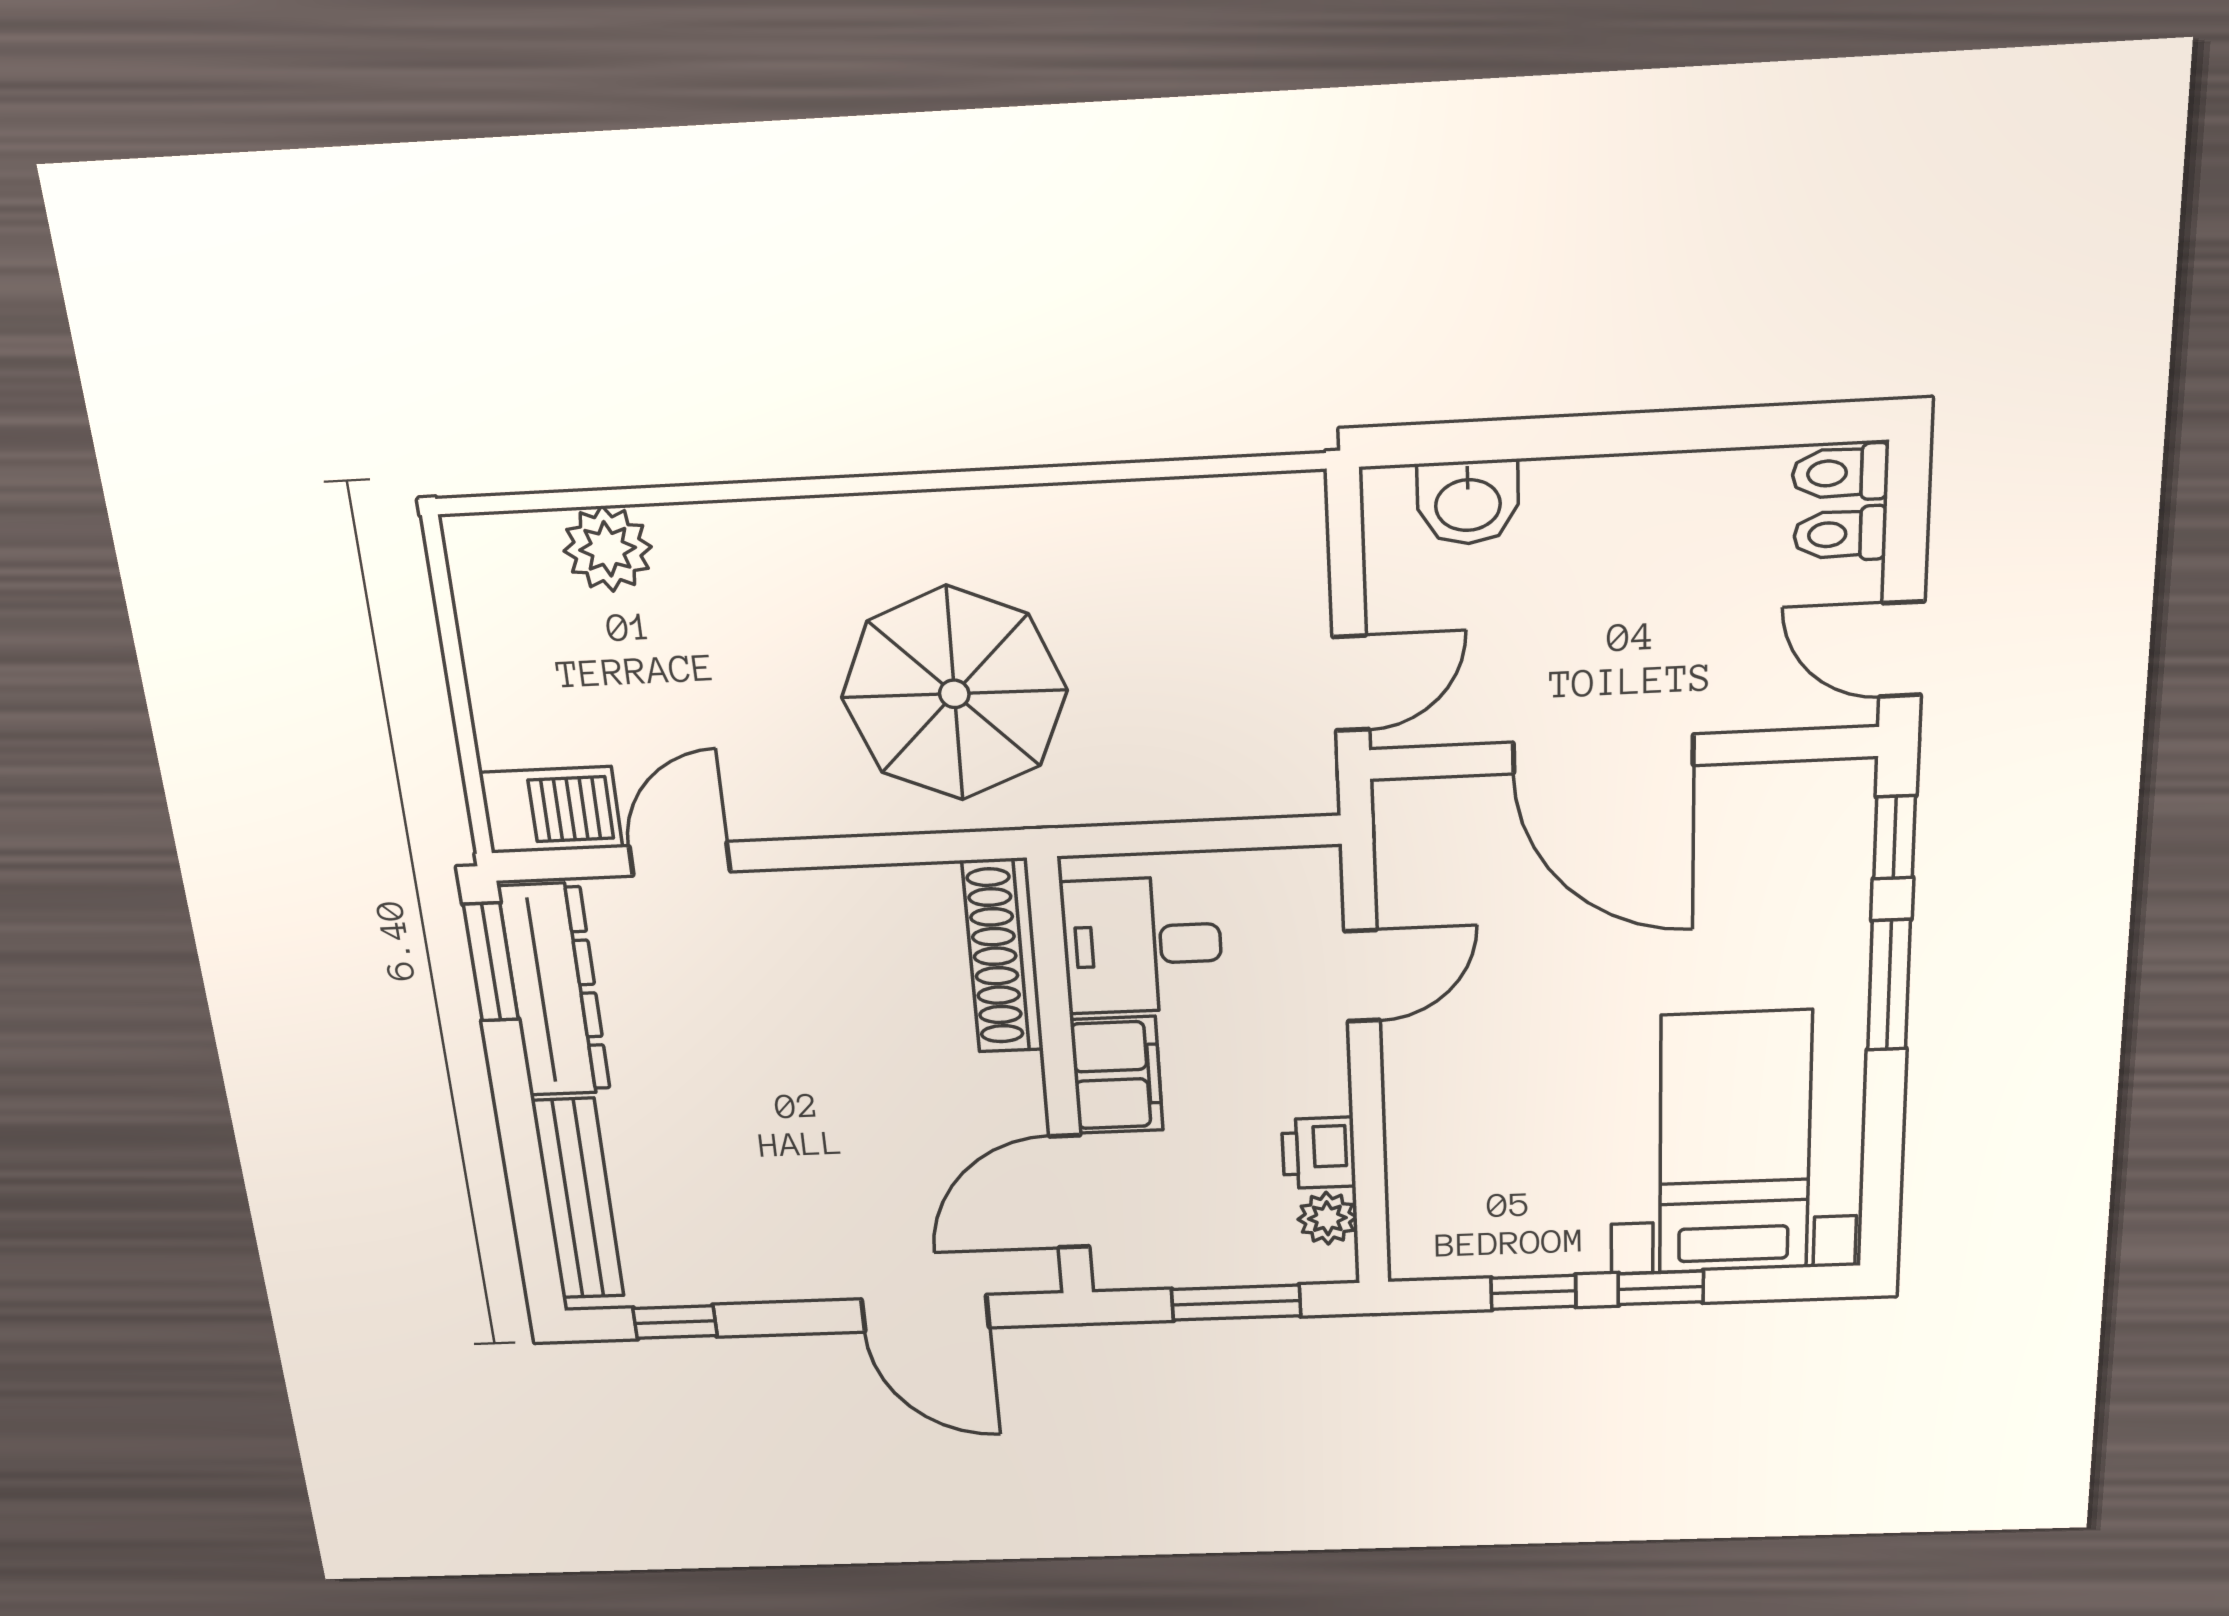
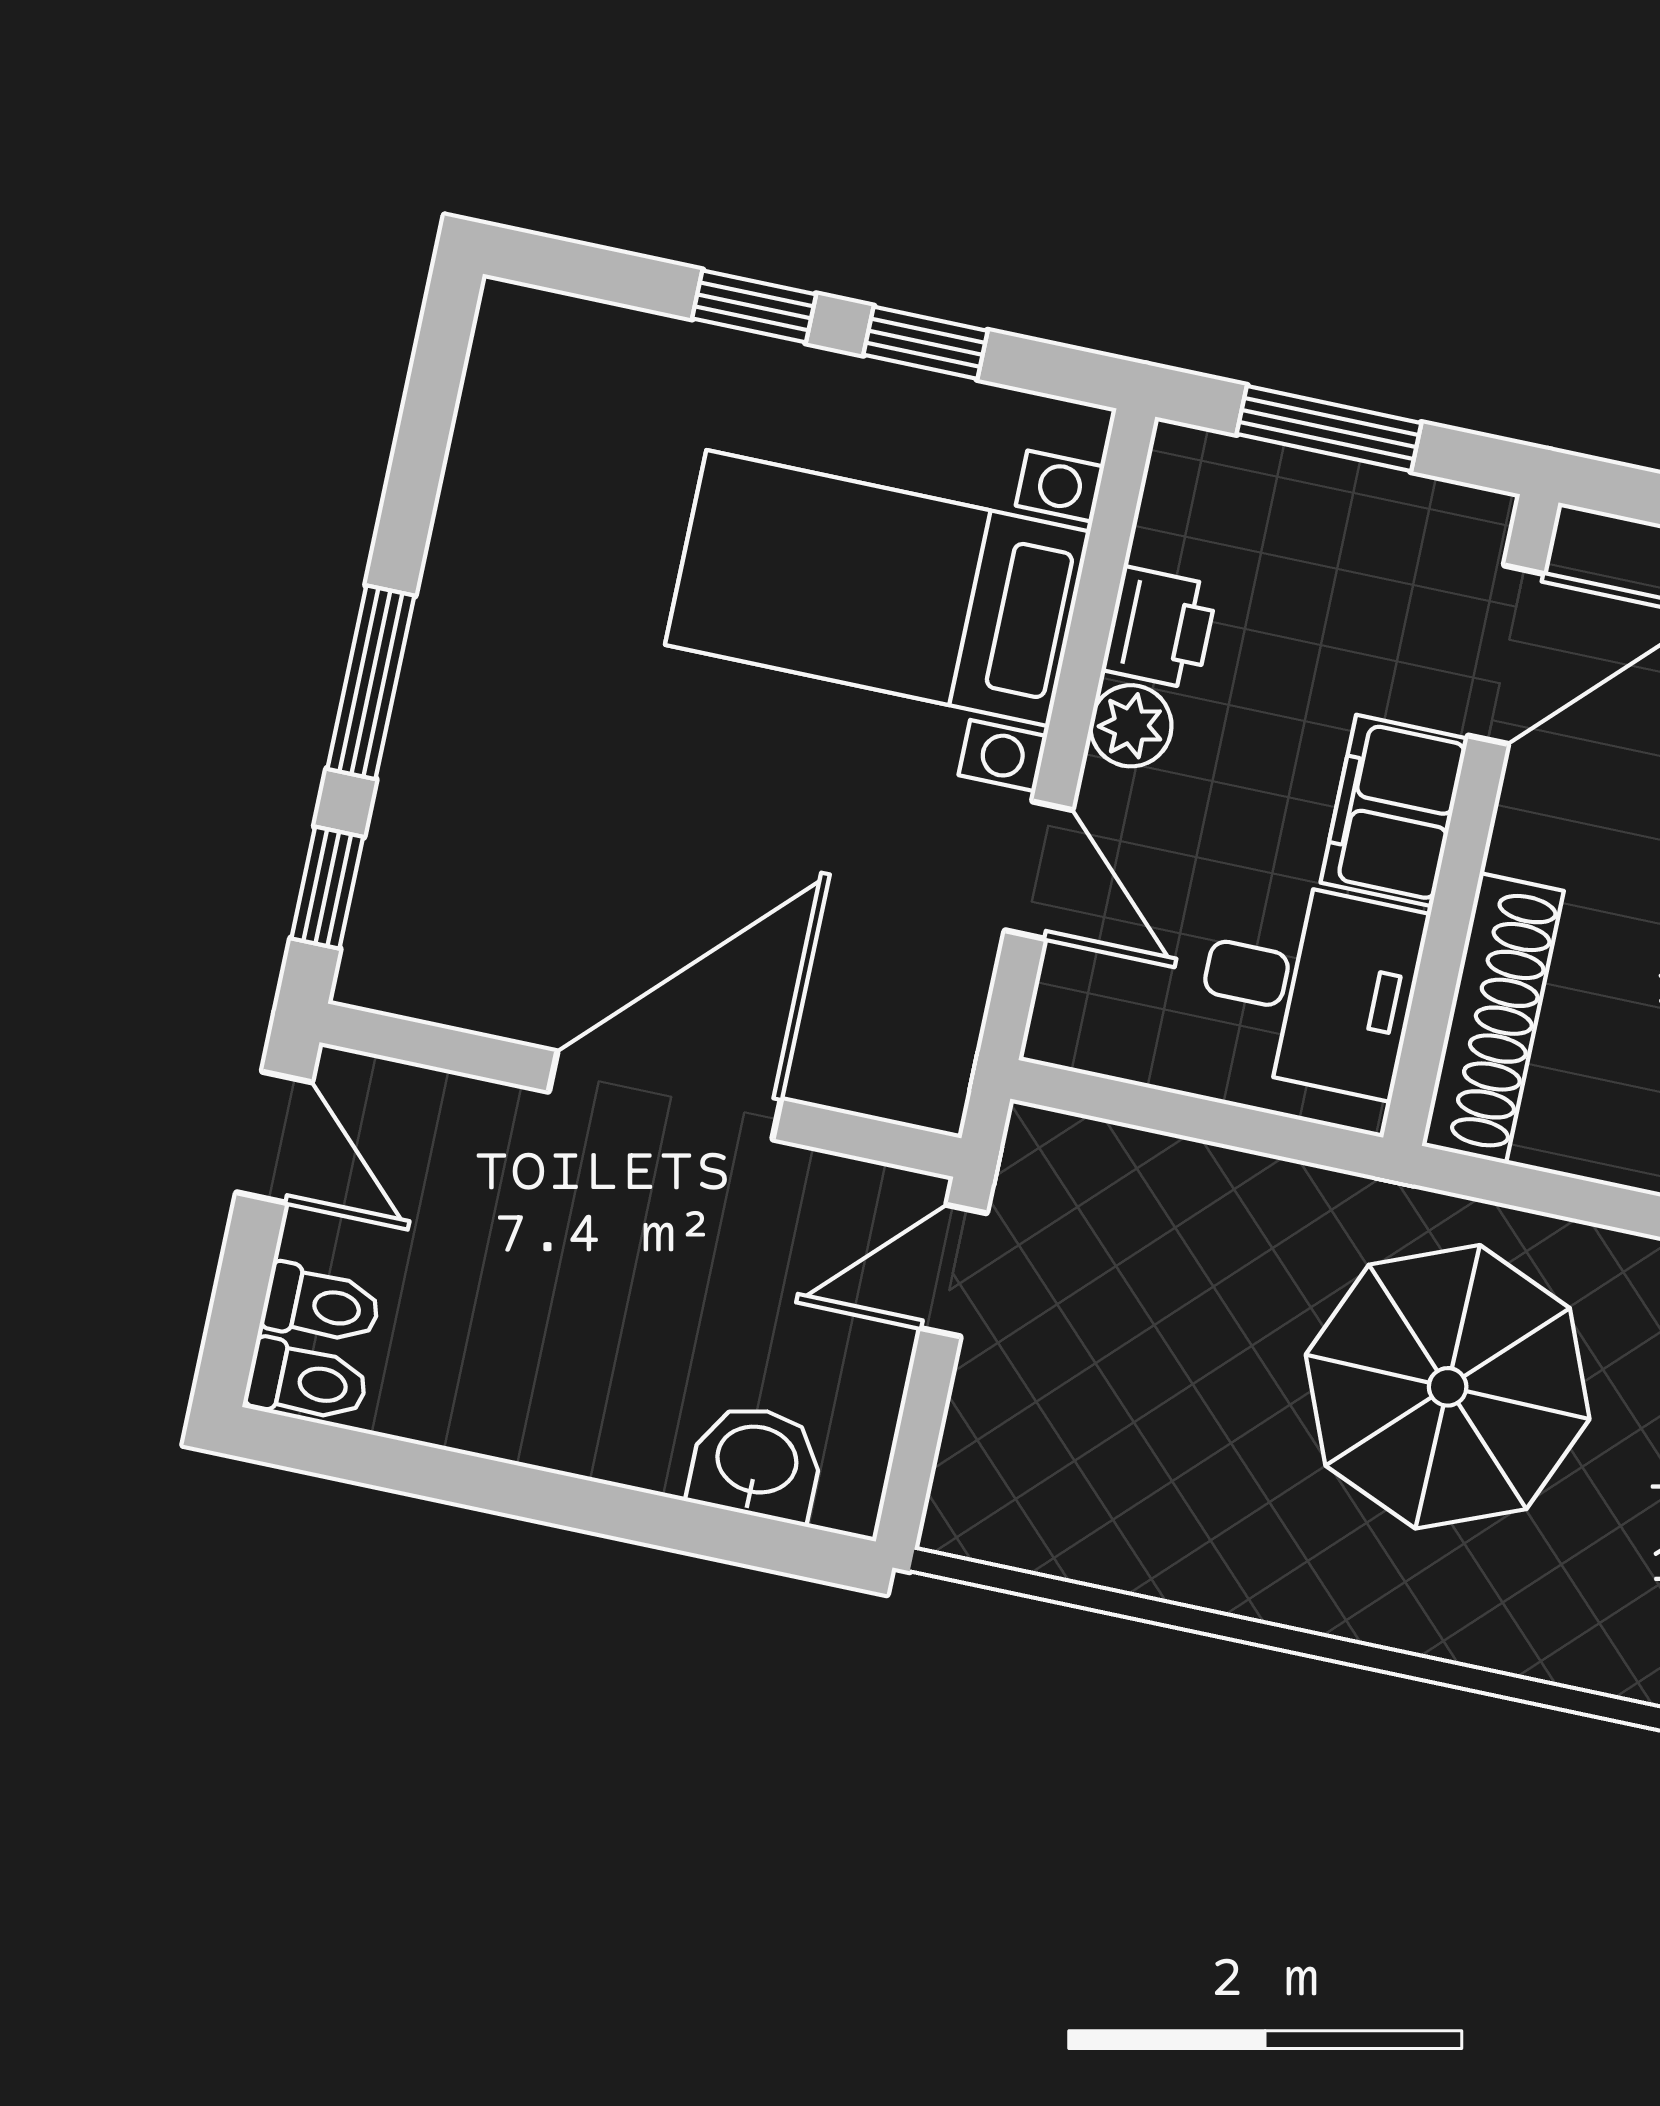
door: (1603, 754) -> (665, 1095), hinge flipped
door: (1362, 976) -> (1039, 870), swing flipped
bed with nightstands: (1735, 1143) -> (878, 588), moved, turned 90
plant: (1327, 1218) -> (1131, 726), moved

